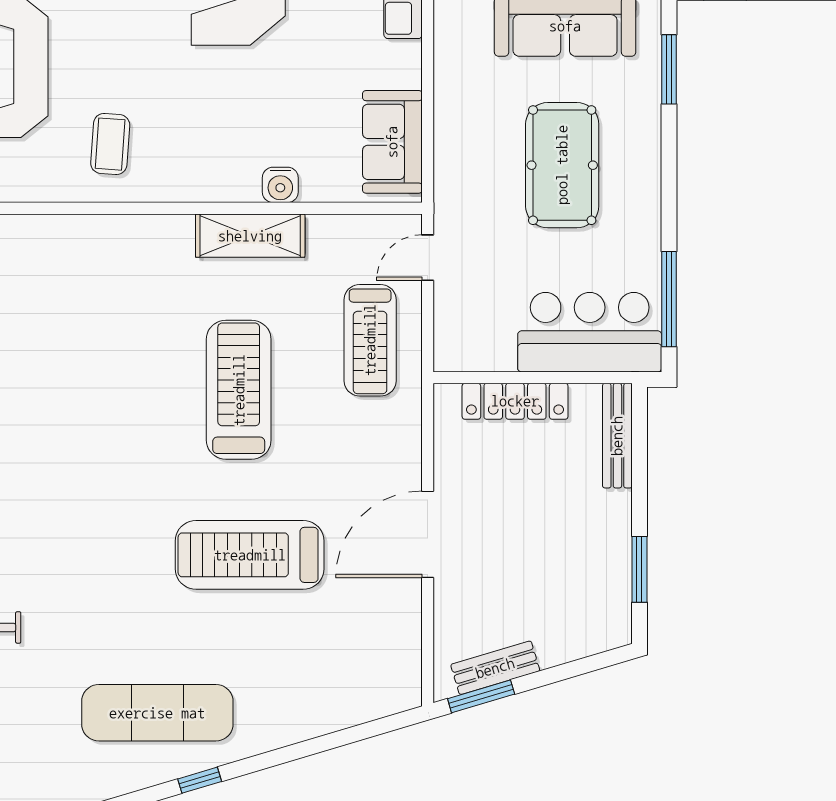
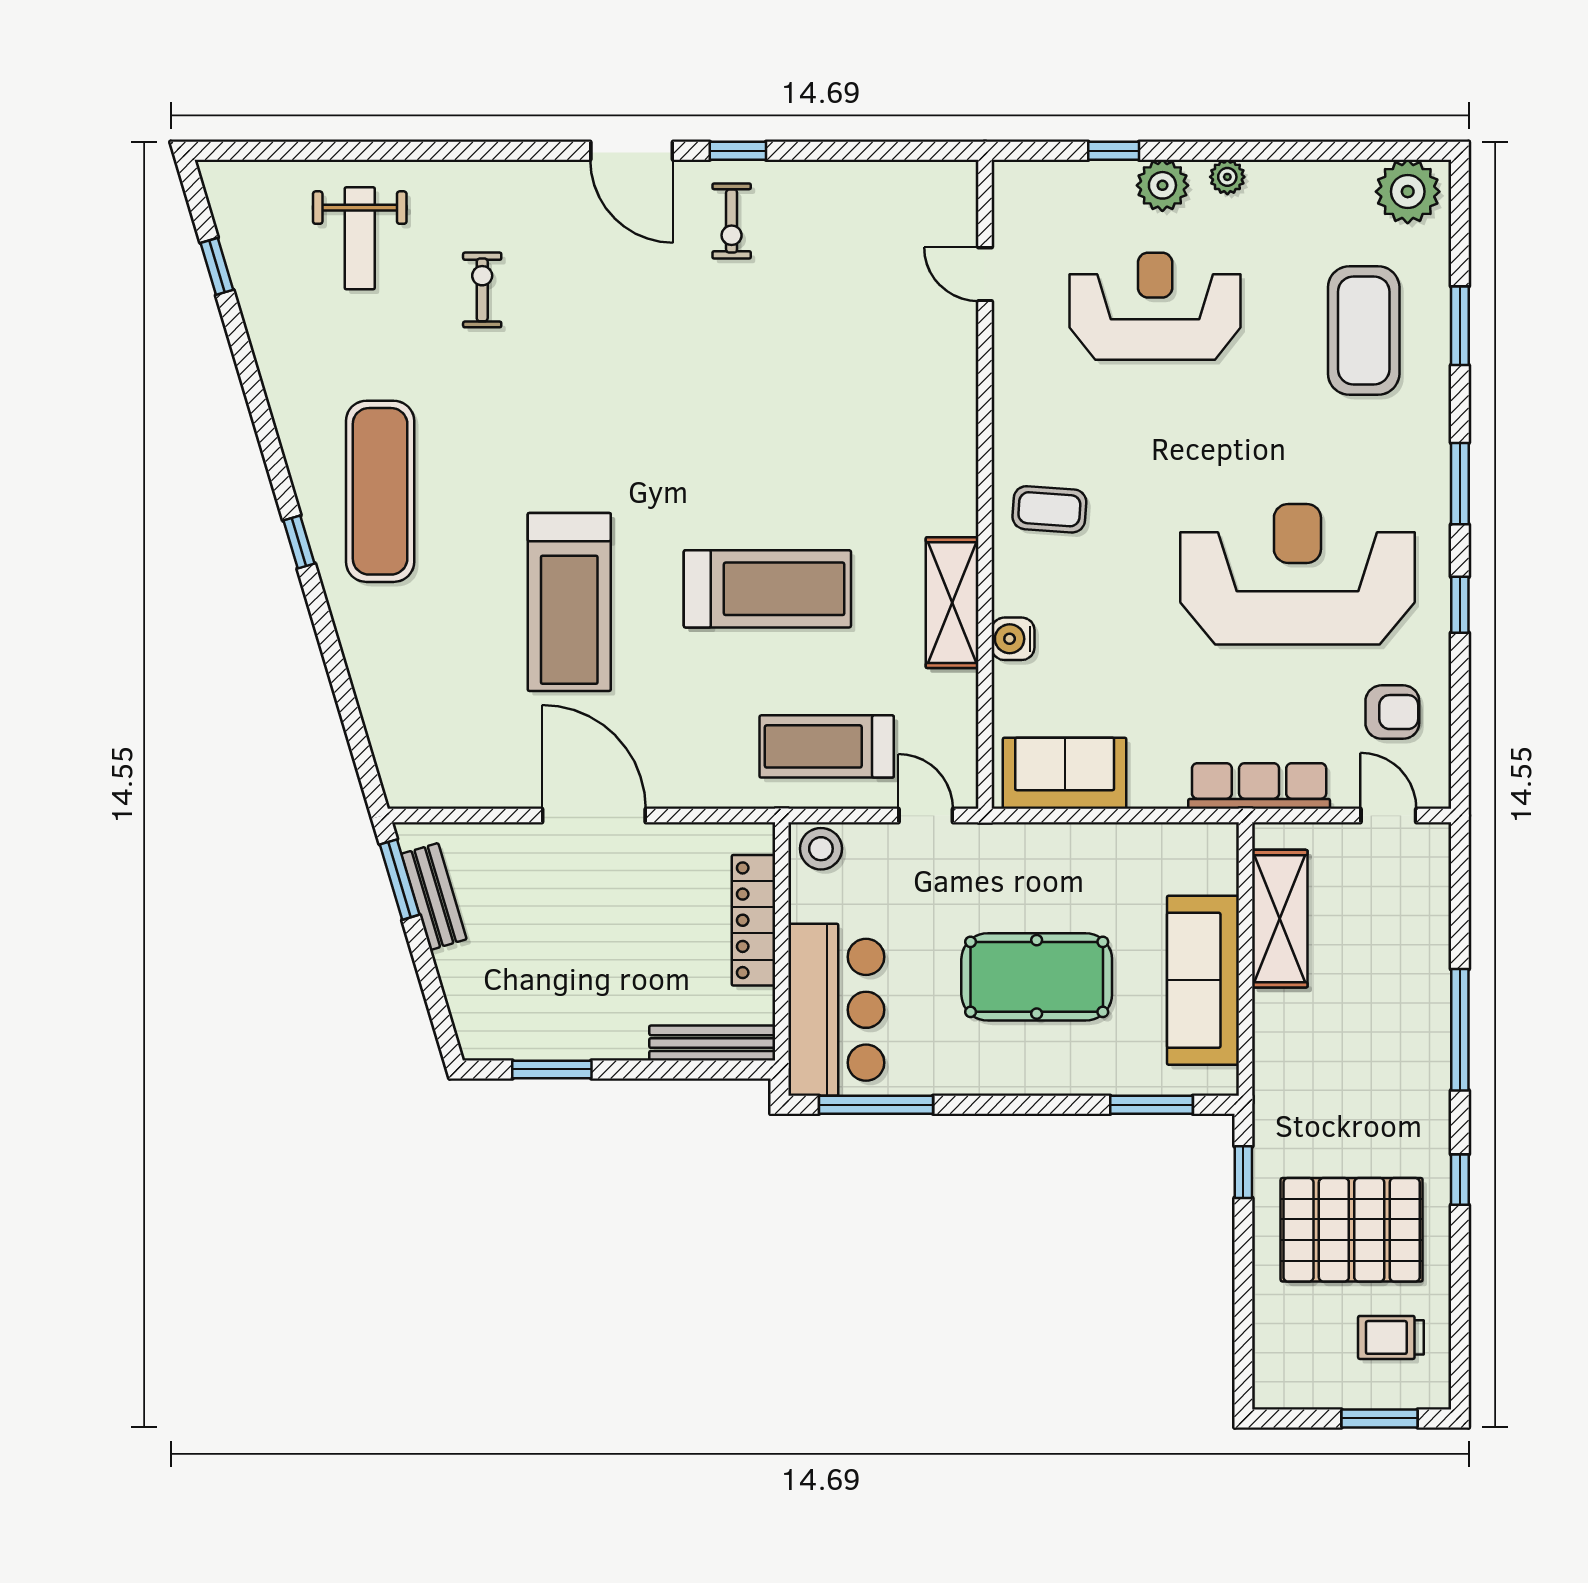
coffee table: (110, 144) -> (1049, 509), moved
stool: (455, 345) -> (821, 849), added
treadmill: (250, 555) -> (569, 602), turned 180

